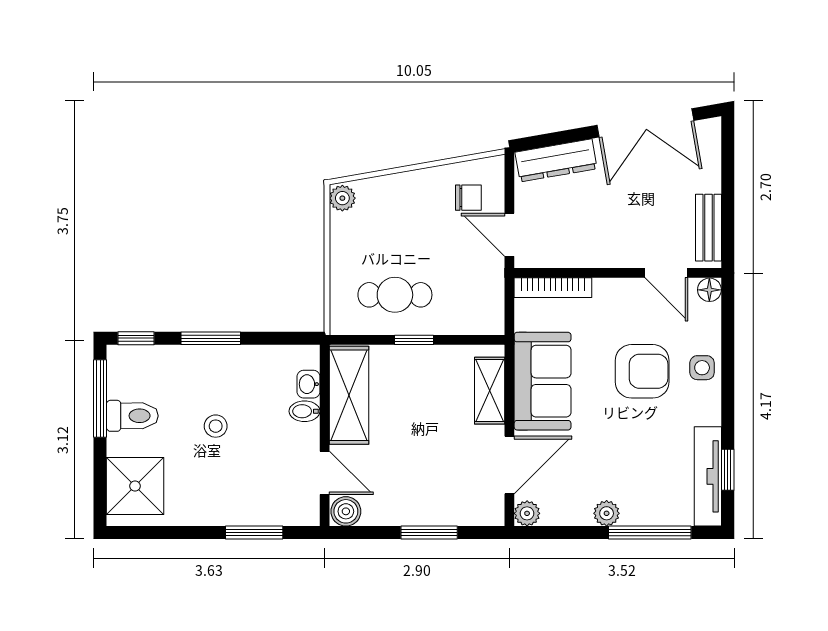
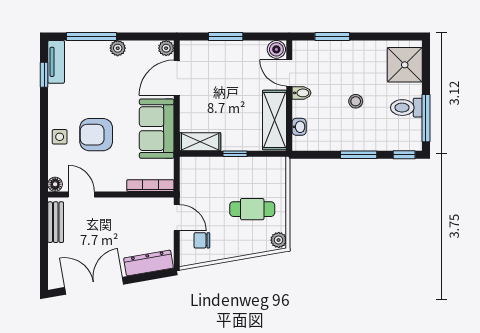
cafe table: (395, 295) -> (252, 209), moved
shelving: (490, 391) -> (200, 142), moved, turned 90
bidet: (305, 411) -> (302, 93), moved
tv unit: (708, 476) -> (56, 62), width x0.71

